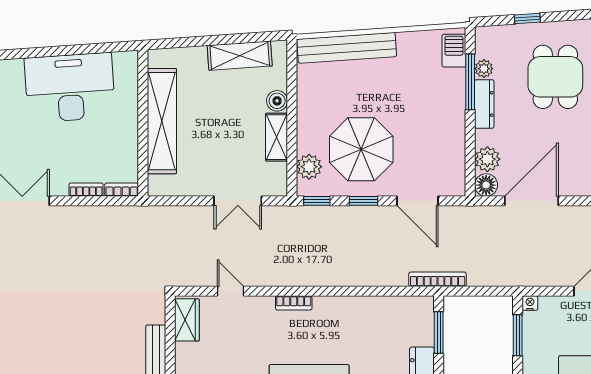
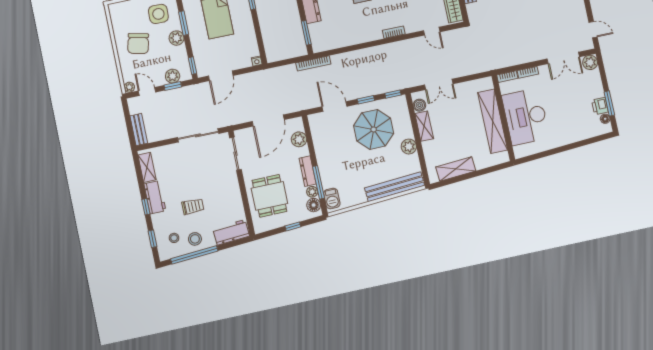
desk: (70, 88) -> (526, 117), moved, turned 94
boiler: (277, 101) -> (419, 105), moved
plant: (309, 167) -> (409, 147), moved
floor lamp: (486, 185) -> (314, 205), moved
double door: (238, 201) -> (439, 84), swing flipped
window: (518, 335) -> (260, 41), removed

